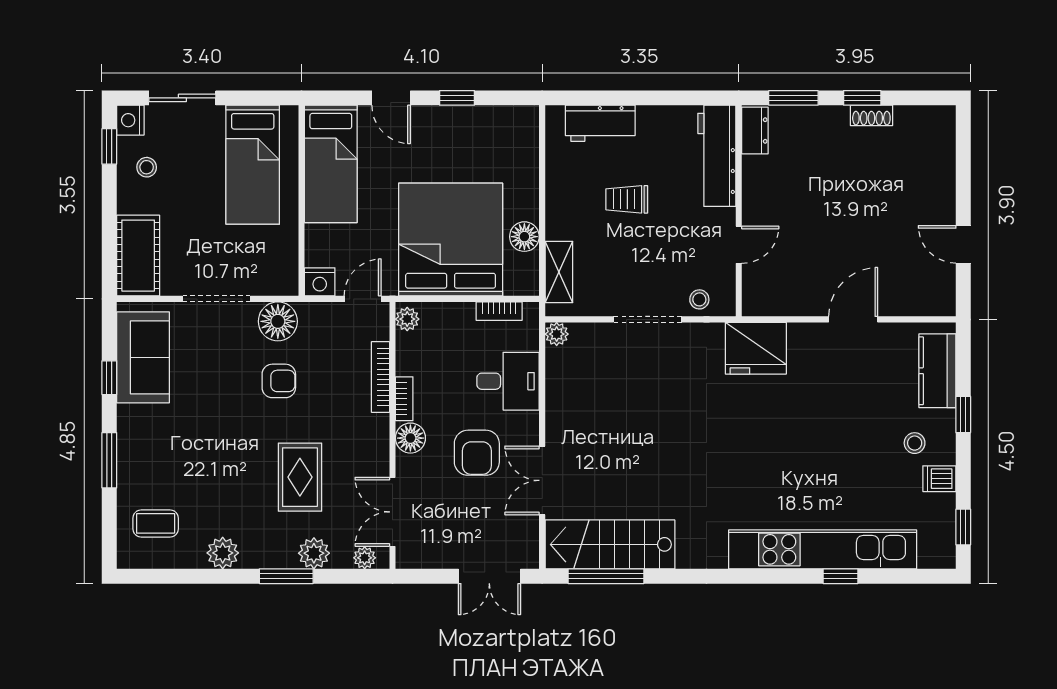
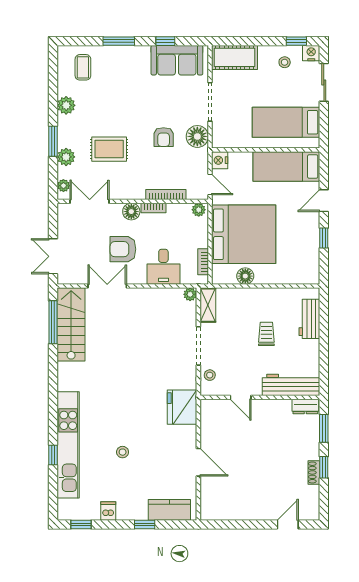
door: (963, 244) -> (288, 524), moved
shelving: (559, 272) -> (208, 305), moved, turned 90
stool: (915, 443) -> (123, 452), moved

